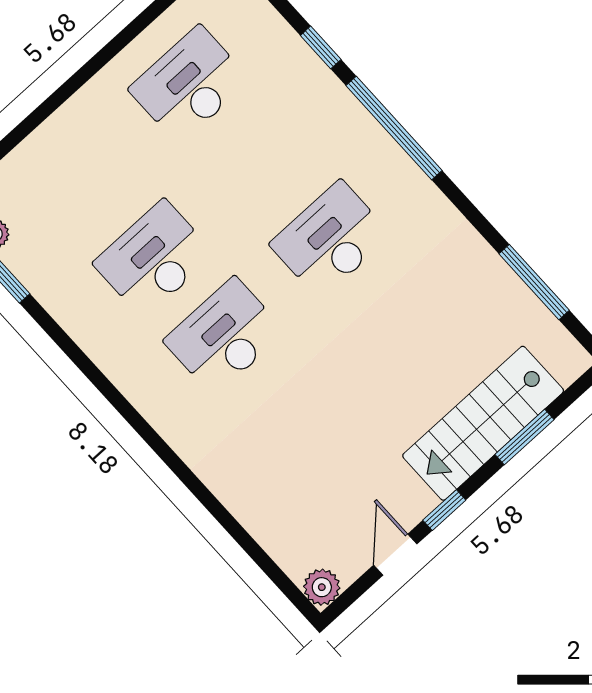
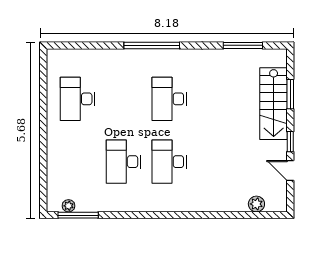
window: (321, 47) -> (104, 45), removed
plant: (322, 587) -> (256, 204), moved

